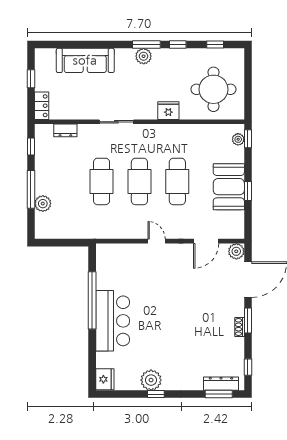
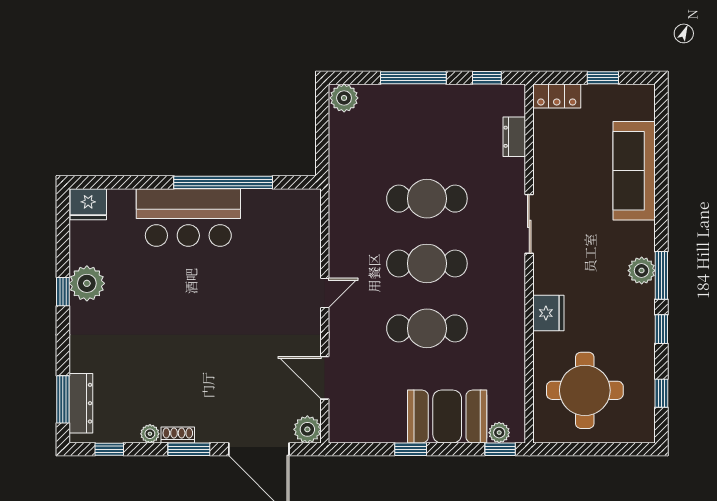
booth: (229, 187) -> (447, 416), moved
plant: (43, 204) -> (344, 98), moved
plant: (239, 343) -> (150, 434), added

